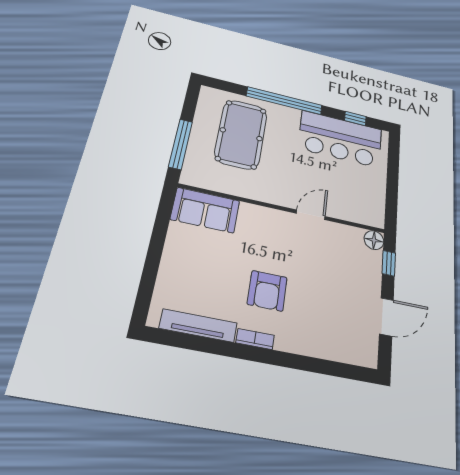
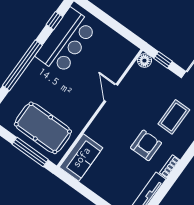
pool table: (241, 134) -> (43, 128), moved
armchair: (267, 291) -> (146, 145), turned -90
coffee table: (326, 312) -> (174, 117), added

